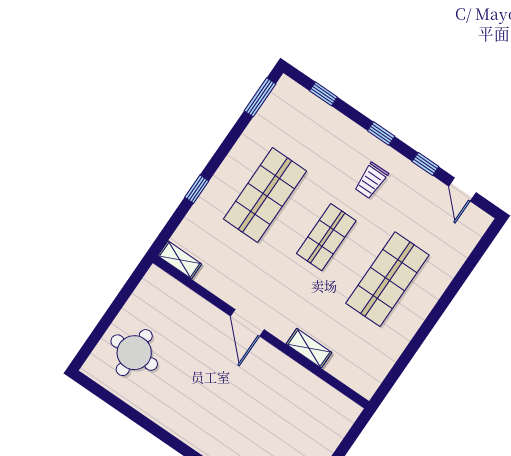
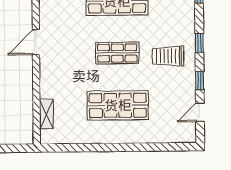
trolley: (371, 181) -> (168, 56), width x1.36, depth x1.39
shelving: (309, 348) -> (46, 114), moved

